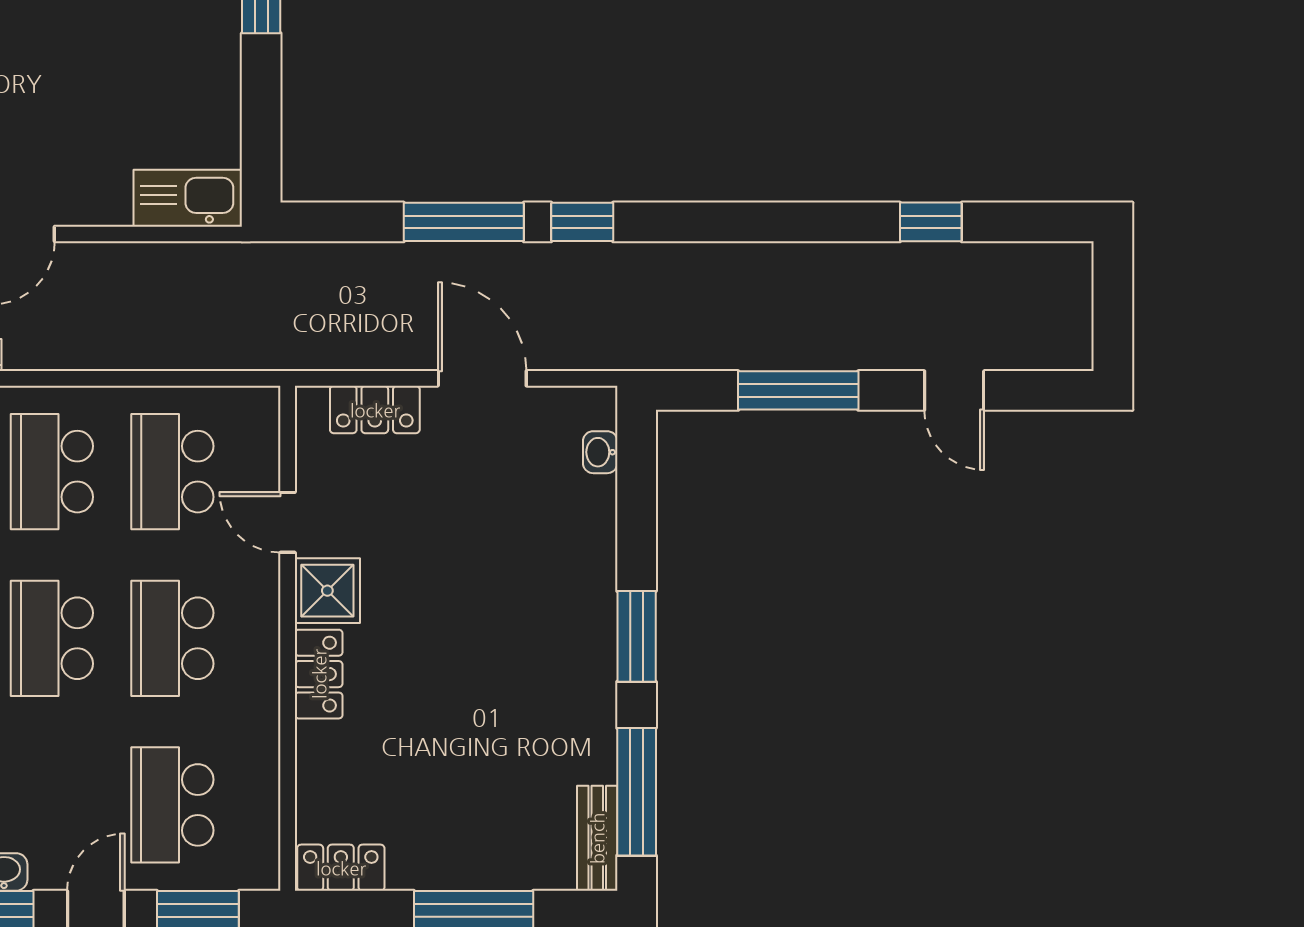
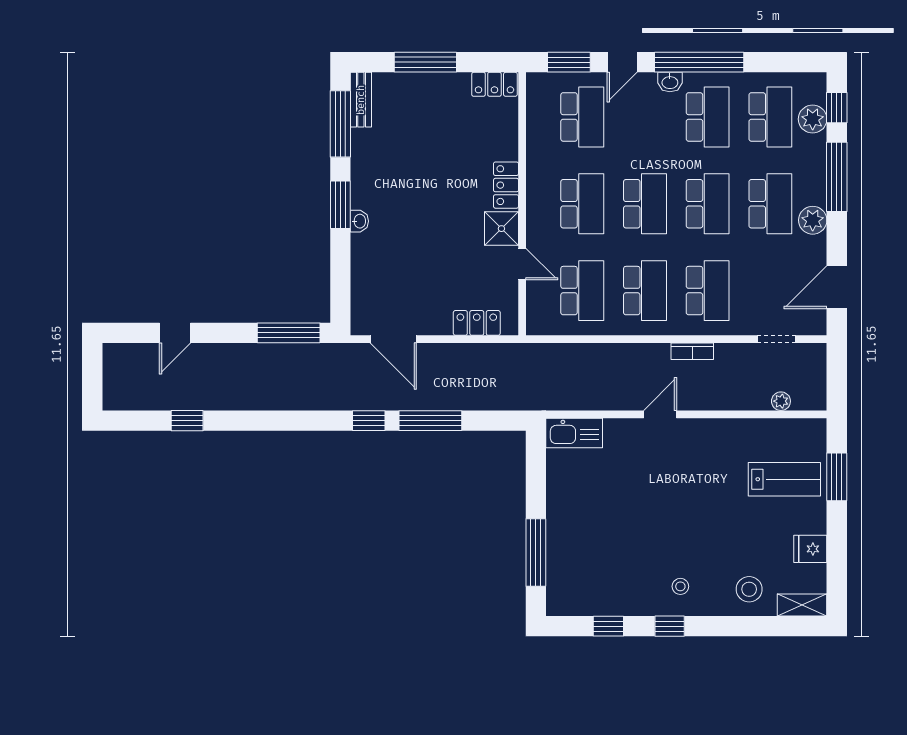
door: (482, 378) -> (393, 339), moved
window: (798, 390) -> (289, 333), moved
door: (954, 390) -> (175, 333), swing flipped
washbasin: (600, 452) -> (359, 221), moved

